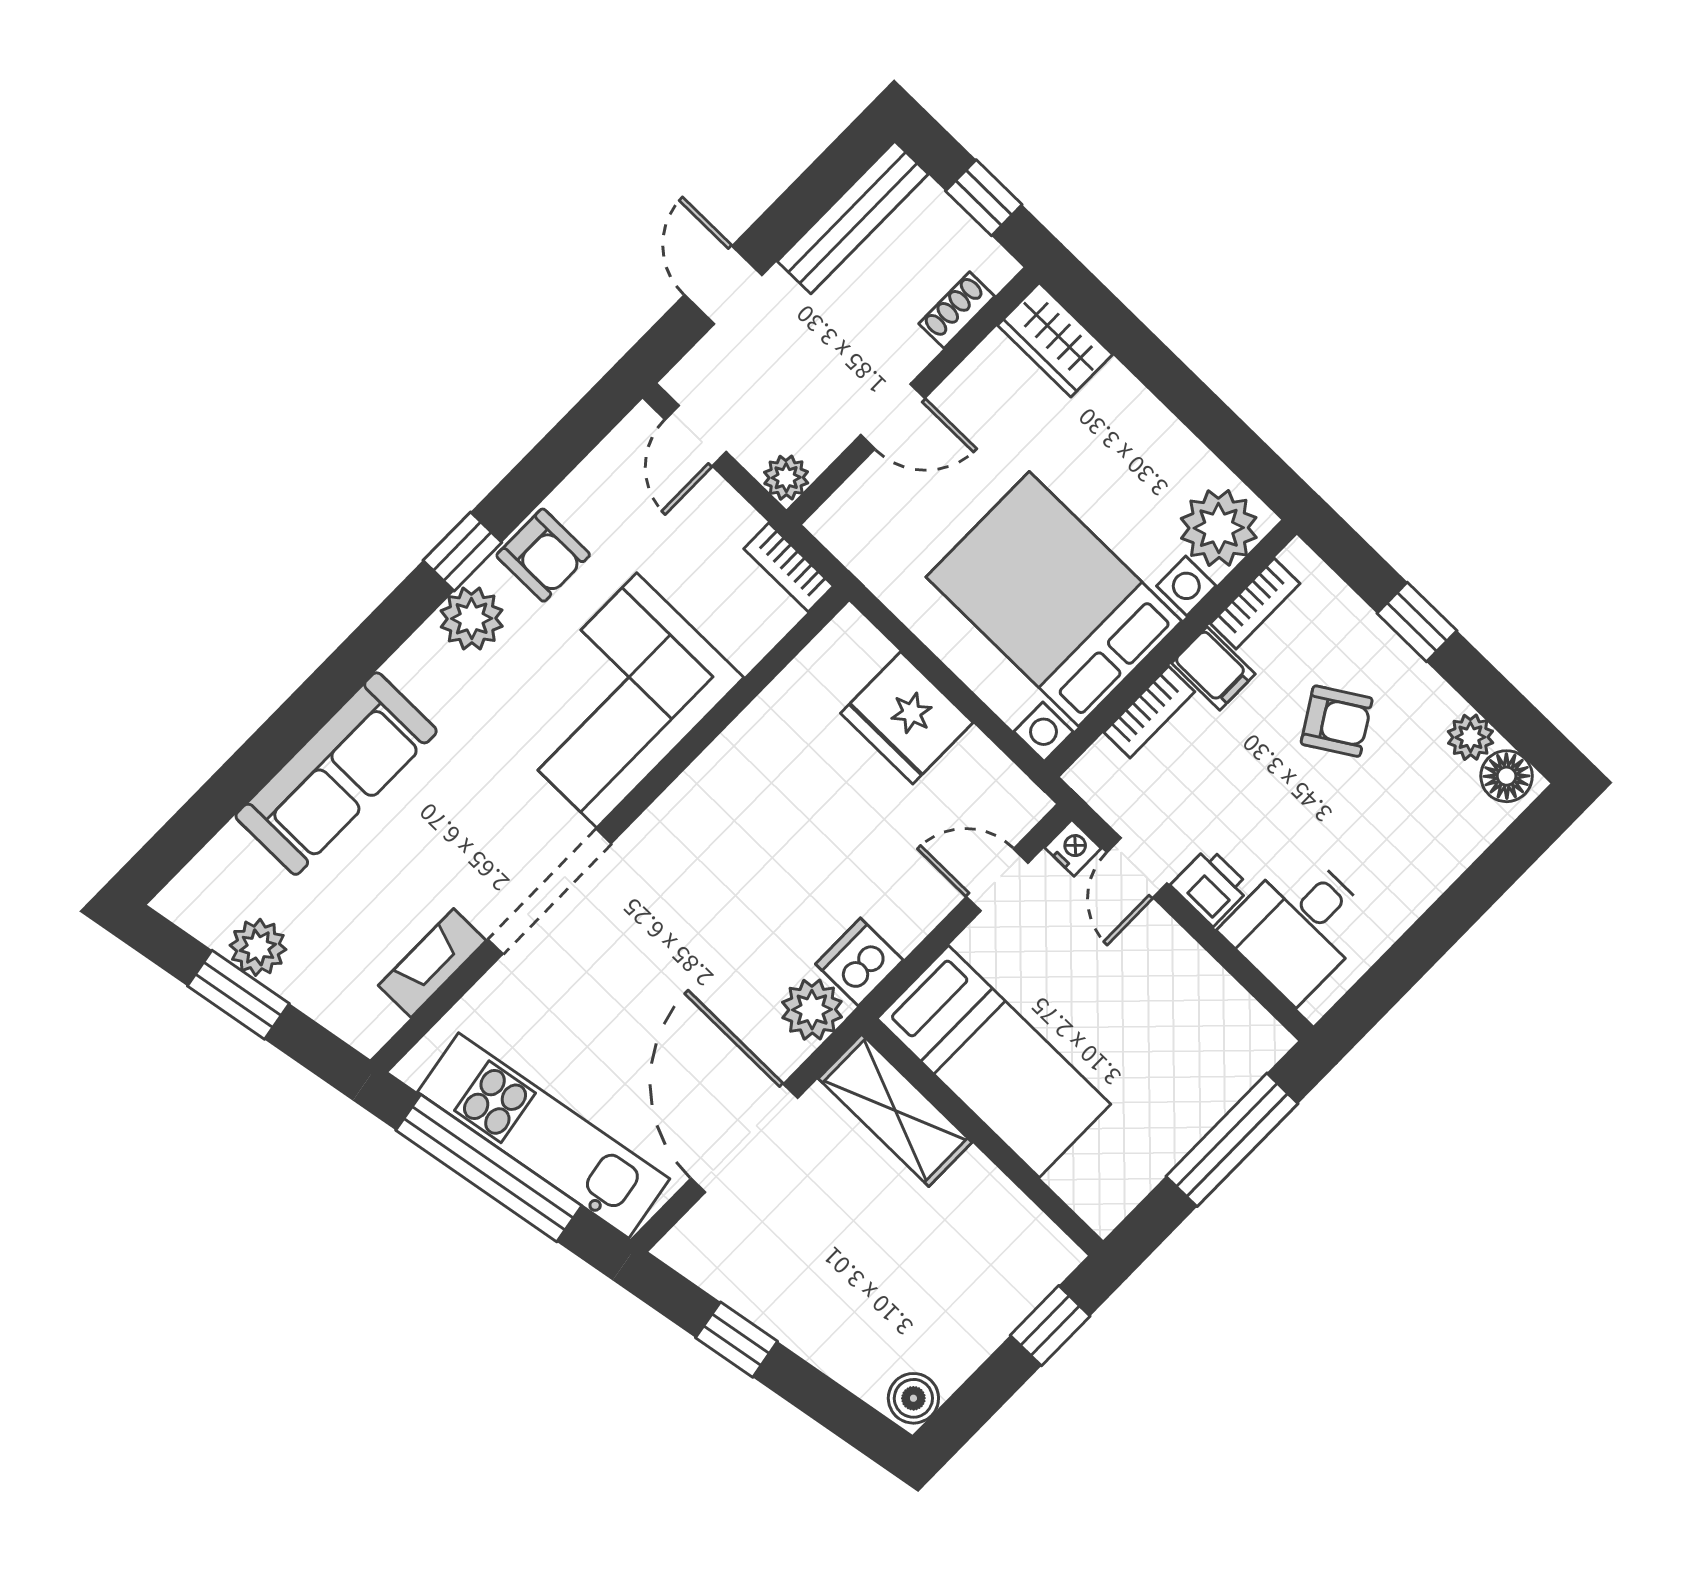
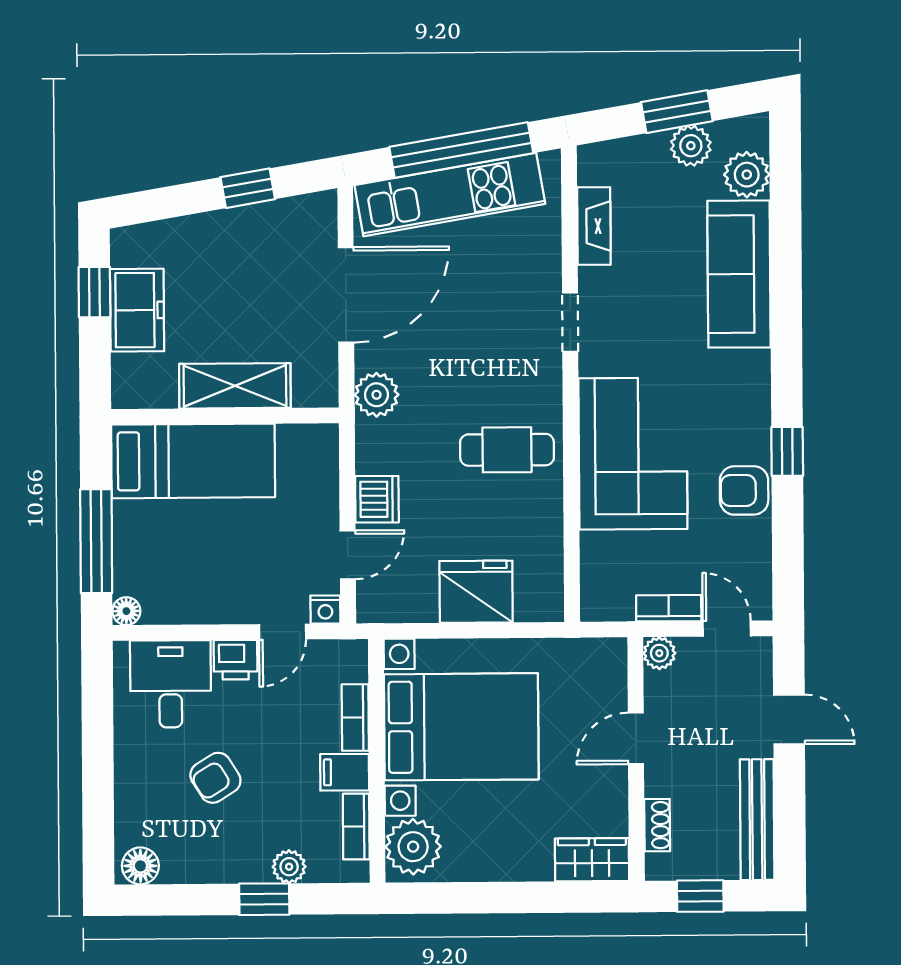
bookcase: (789, 567) -> (669, 608), moved
plant: (472, 619) -> (747, 175), moved
armchair: (1337, 721) -> (215, 778), moved
plant: (1470, 737) -> (289, 867), moved
cafe table: (737, 827) -> (507, 450), added
door: (1137, 868) -> (283, 632), swing flipped
doorway: (550, 892) -> (570, 322), width x0.53
dishwasher: (859, 962) -> (377, 499), moved
floor lamp: (1271, 1041) -> (126, 611), added
bed: (994, 1061) -> (193, 461), moved, turned 180
shelving: (895, 1110) -> (235, 386), moved
door: (744, 1138) -> (346, 295), hinge flipped
window: (1050, 1326) -> (94, 292), moved
freezer: (965, 1328) -> (137, 310), added
boiler: (913, 1398) -> (128, 248), removed

